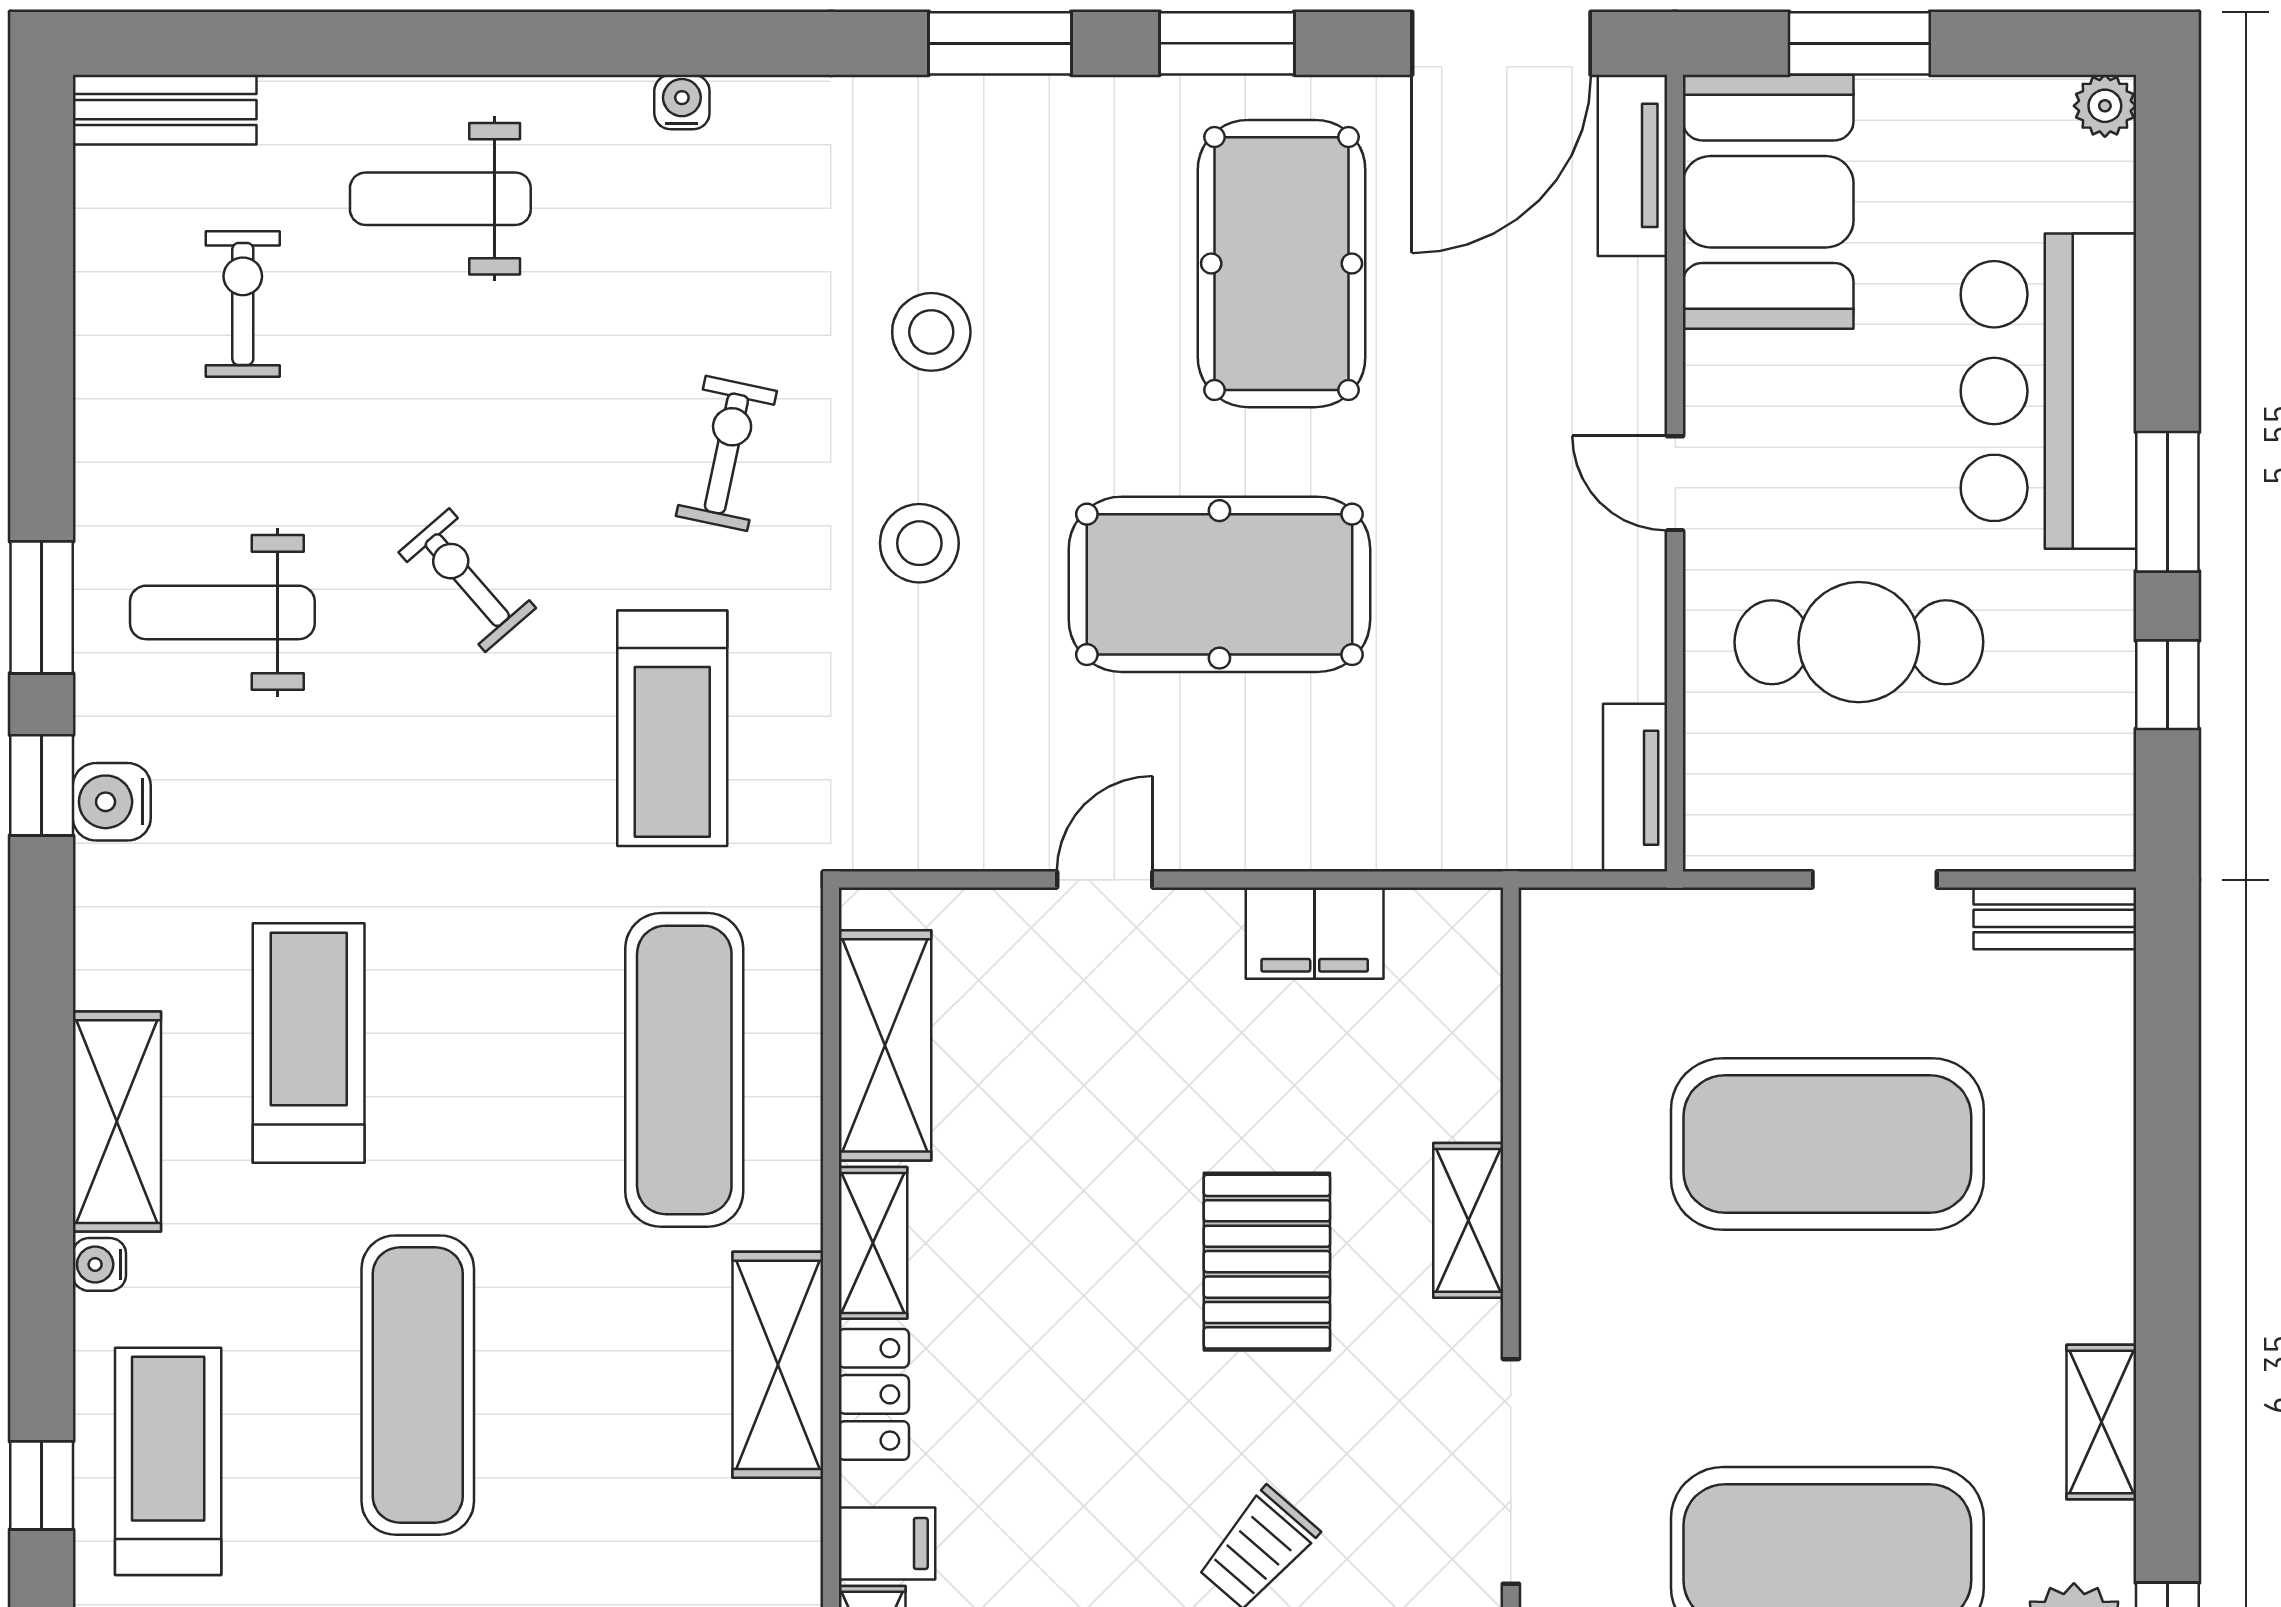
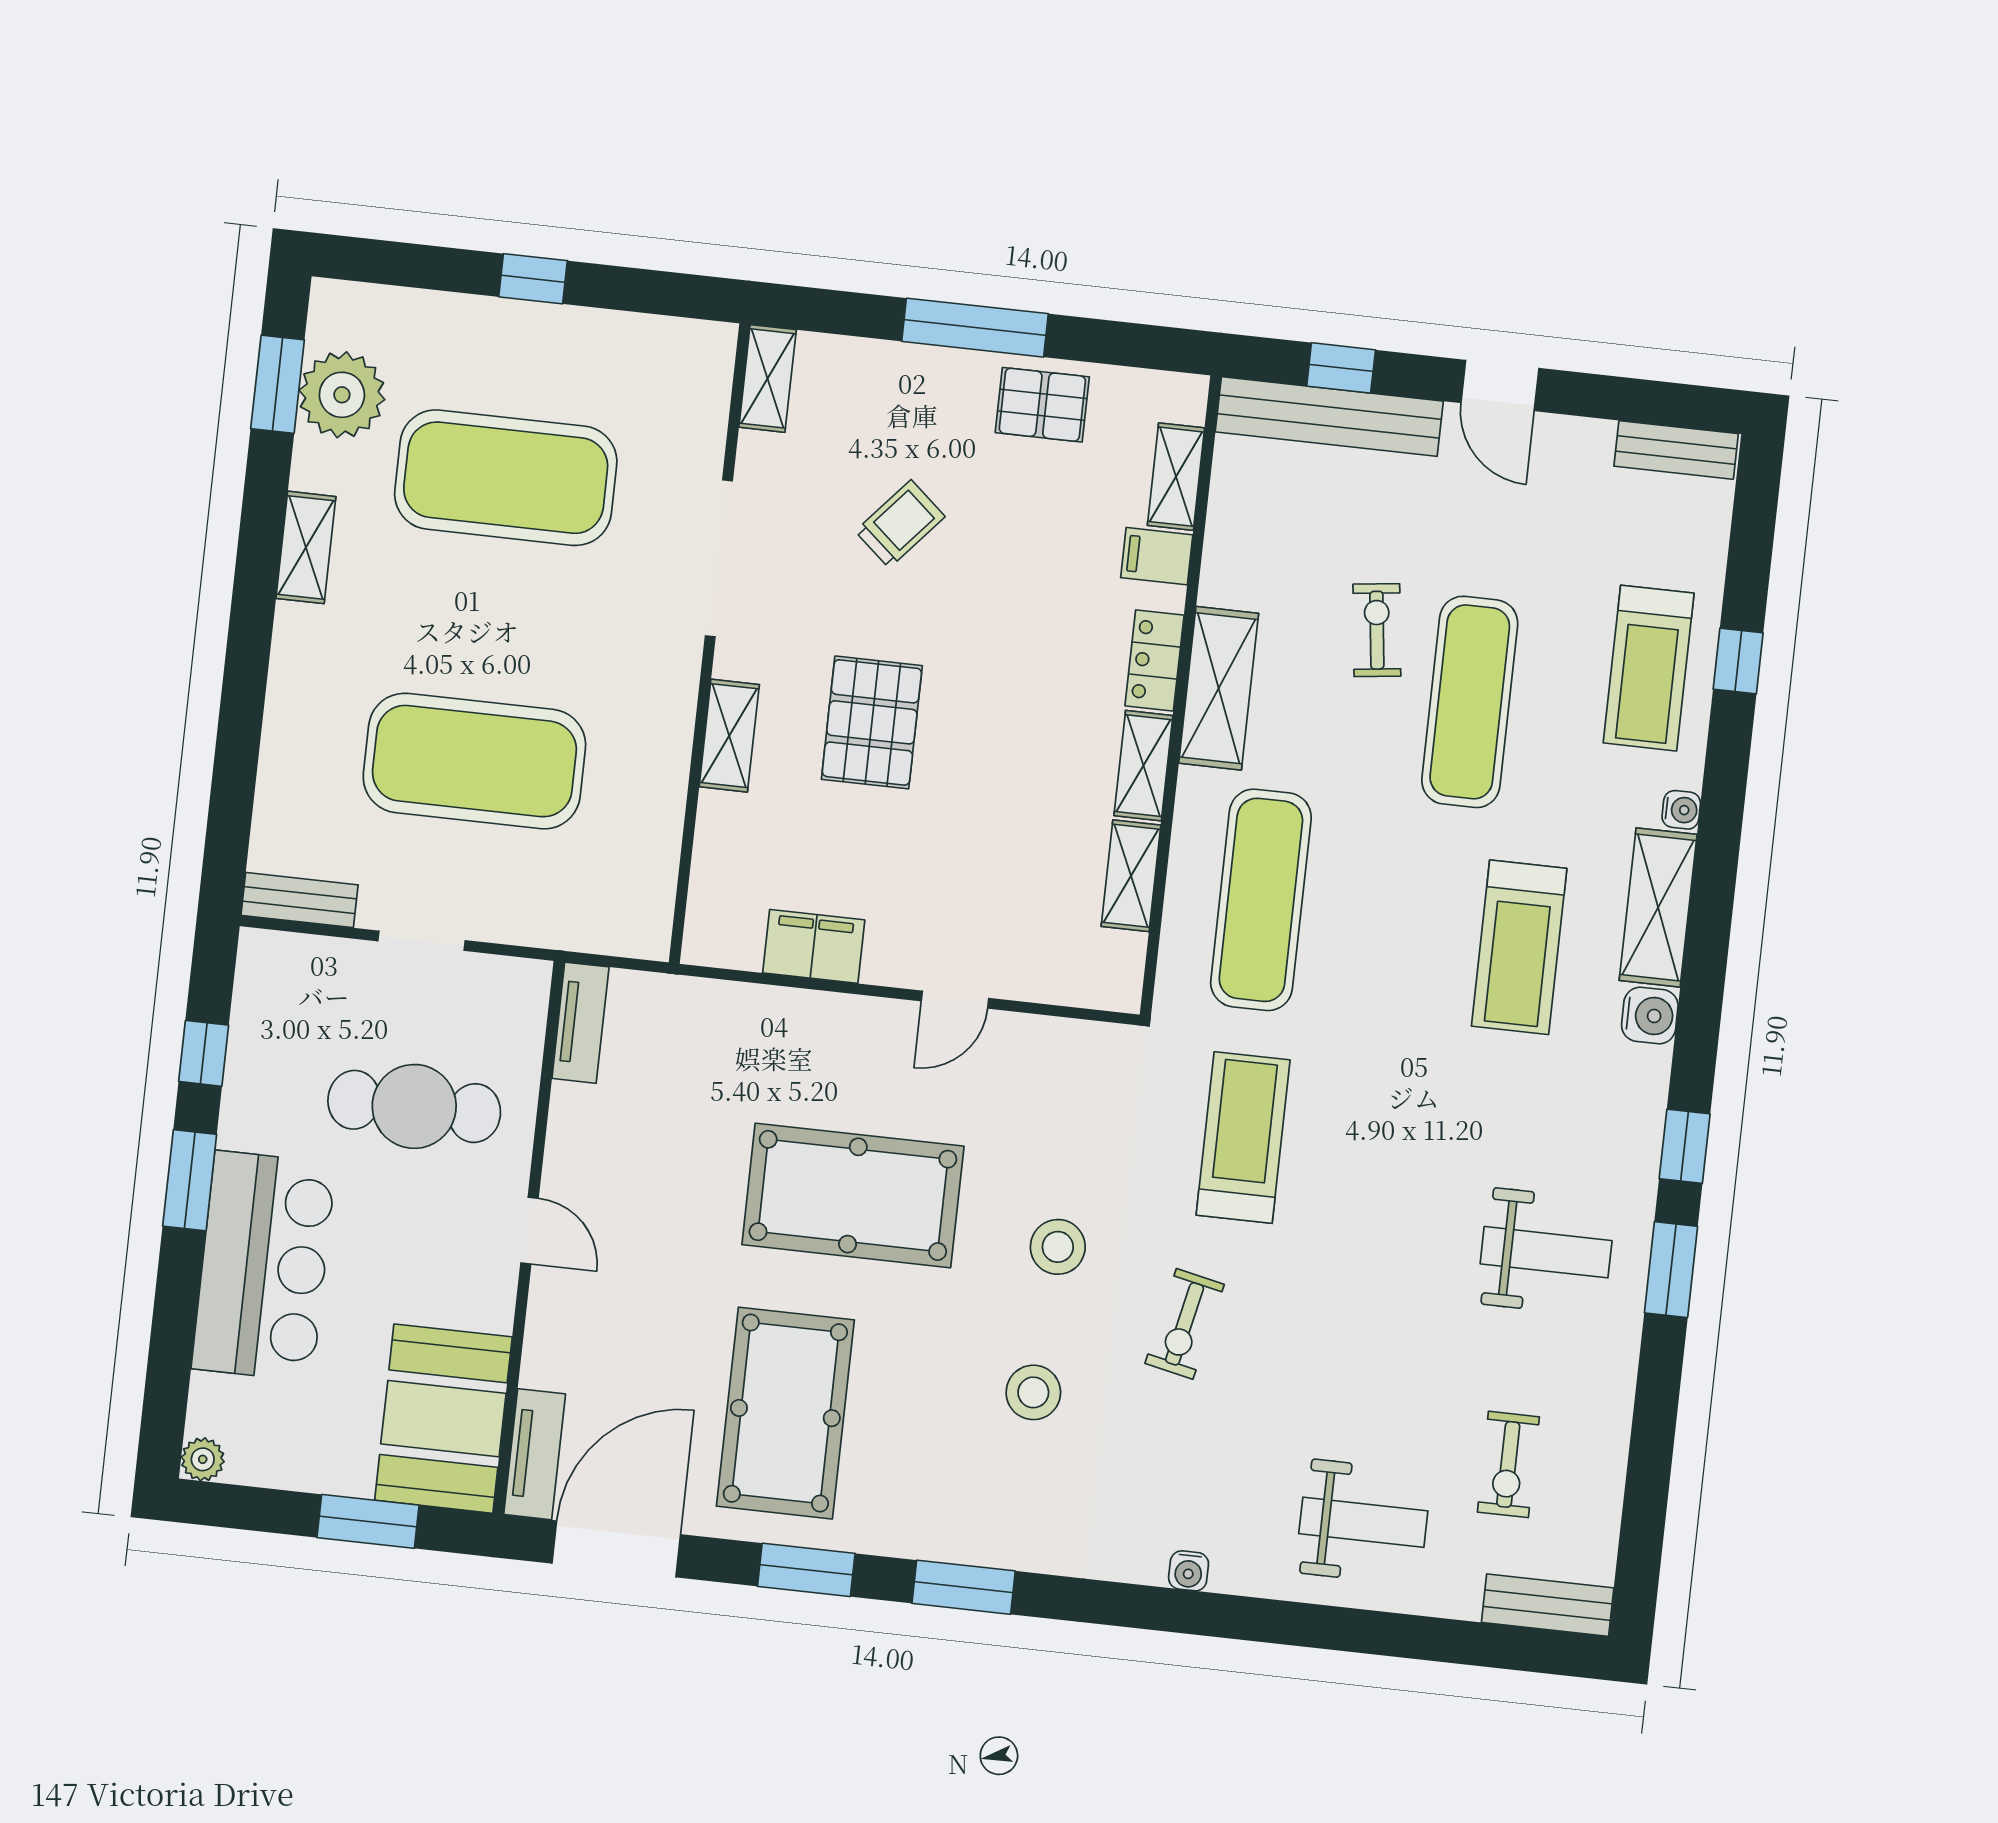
exercise bike: (467, 580) -> (1377, 630), moved, turned -146
water cooler: (112, 802) -> (1650, 1016), moved
shelving: (885, 1045) -> (1131, 876), width x0.67, depth x0.75

